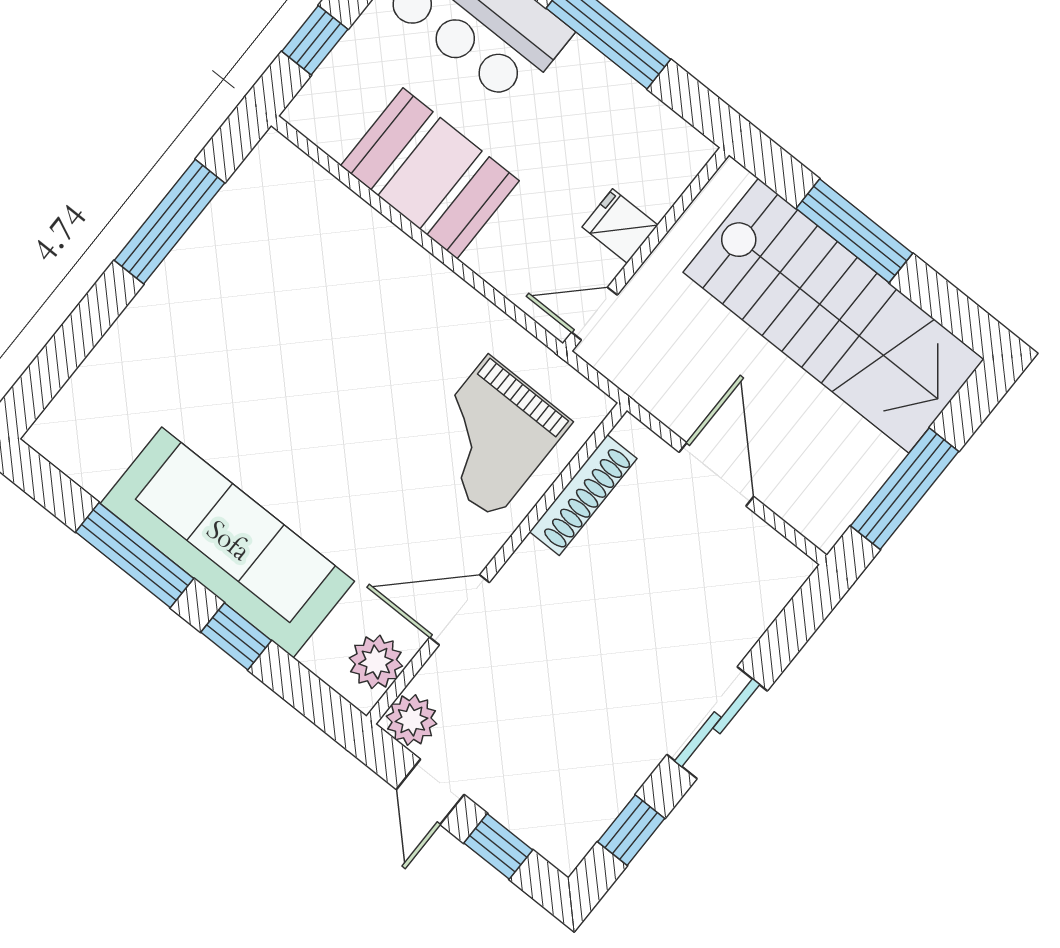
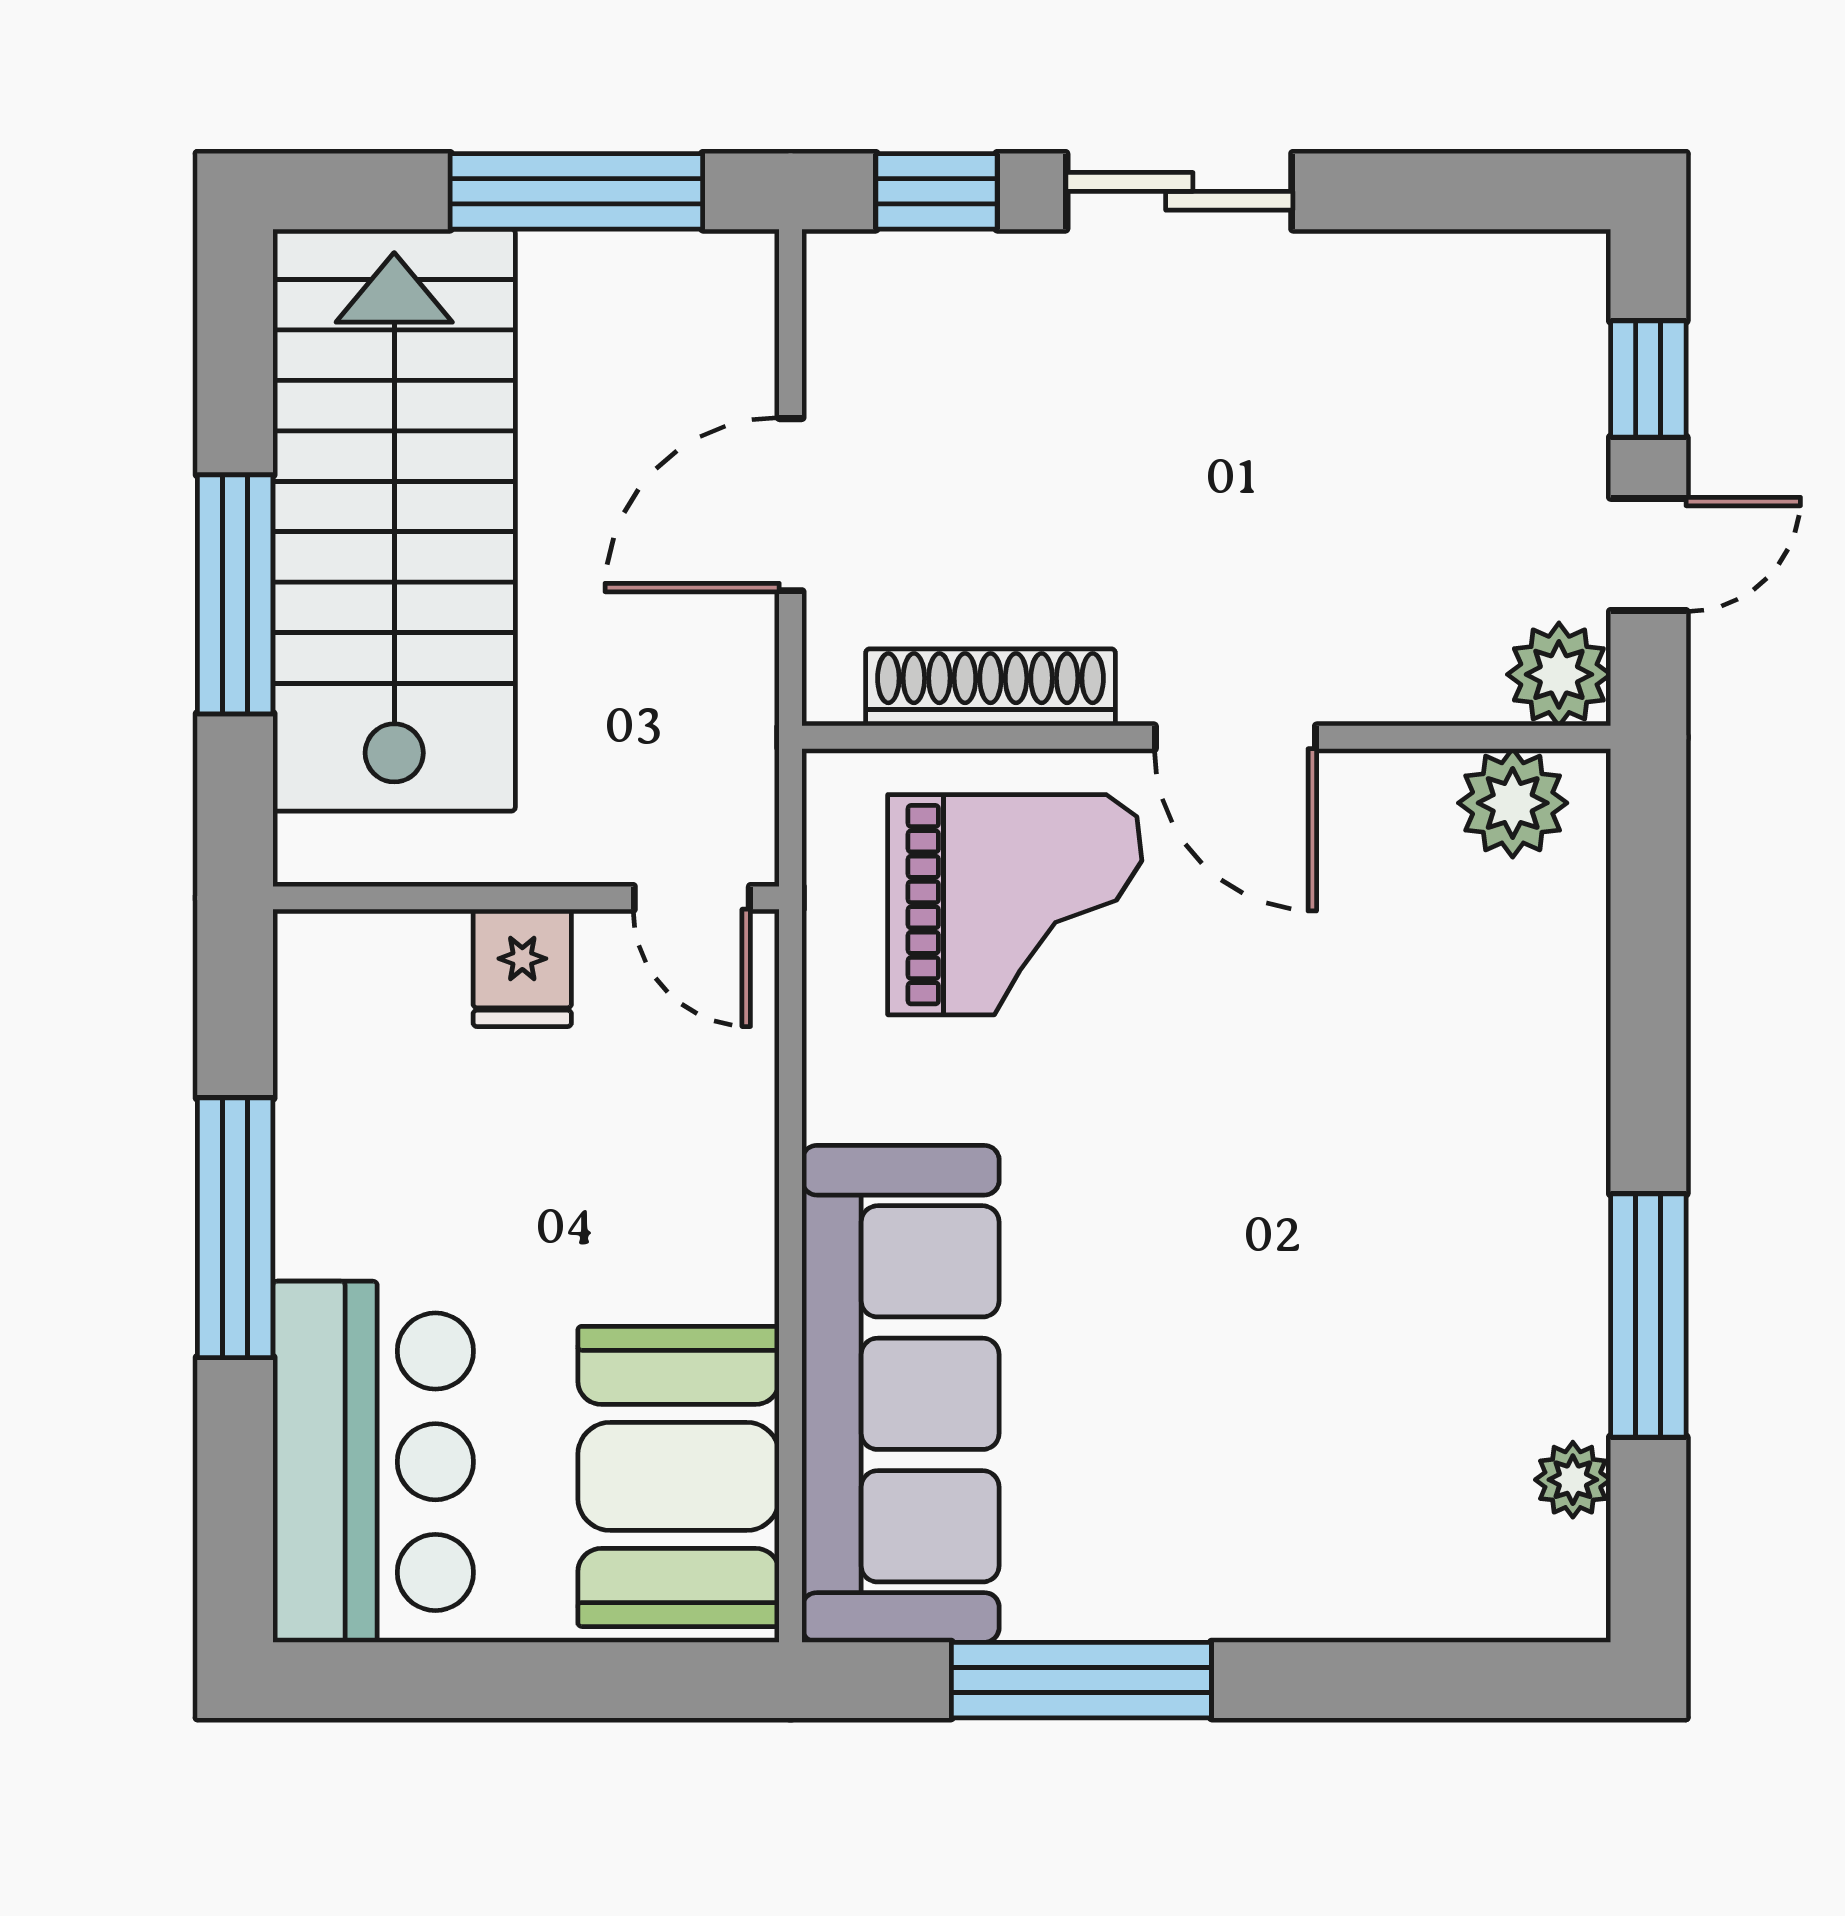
window: (315, 40) -> (614, 1680), removed
booth: (430, 173) -> (679, 1476), moved
plant: (94, 475) -> (1573, 1480), added
sofa: (227, 542) -> (901, 1394), moved, turned 180
door: (459, 610) -> (1235, 737), moved
window: (236, 636) -> (1648, 1055), removed
window: (631, 830) -> (936, 191), moved

